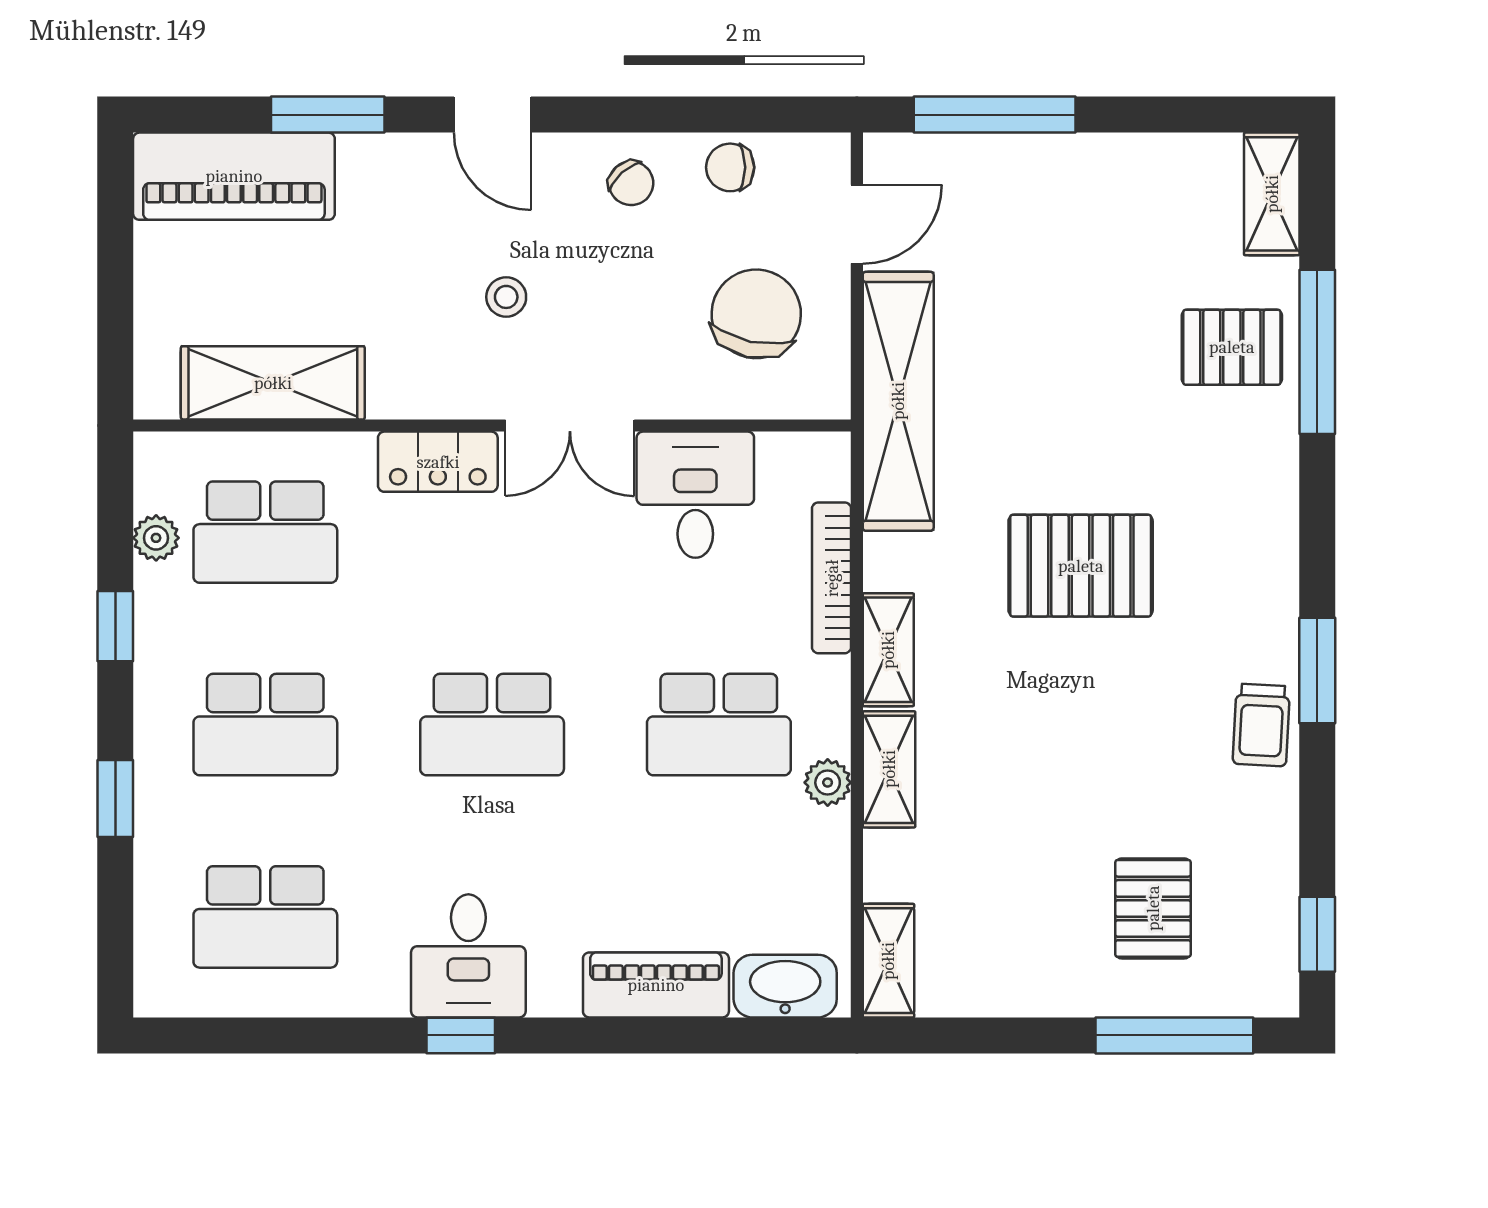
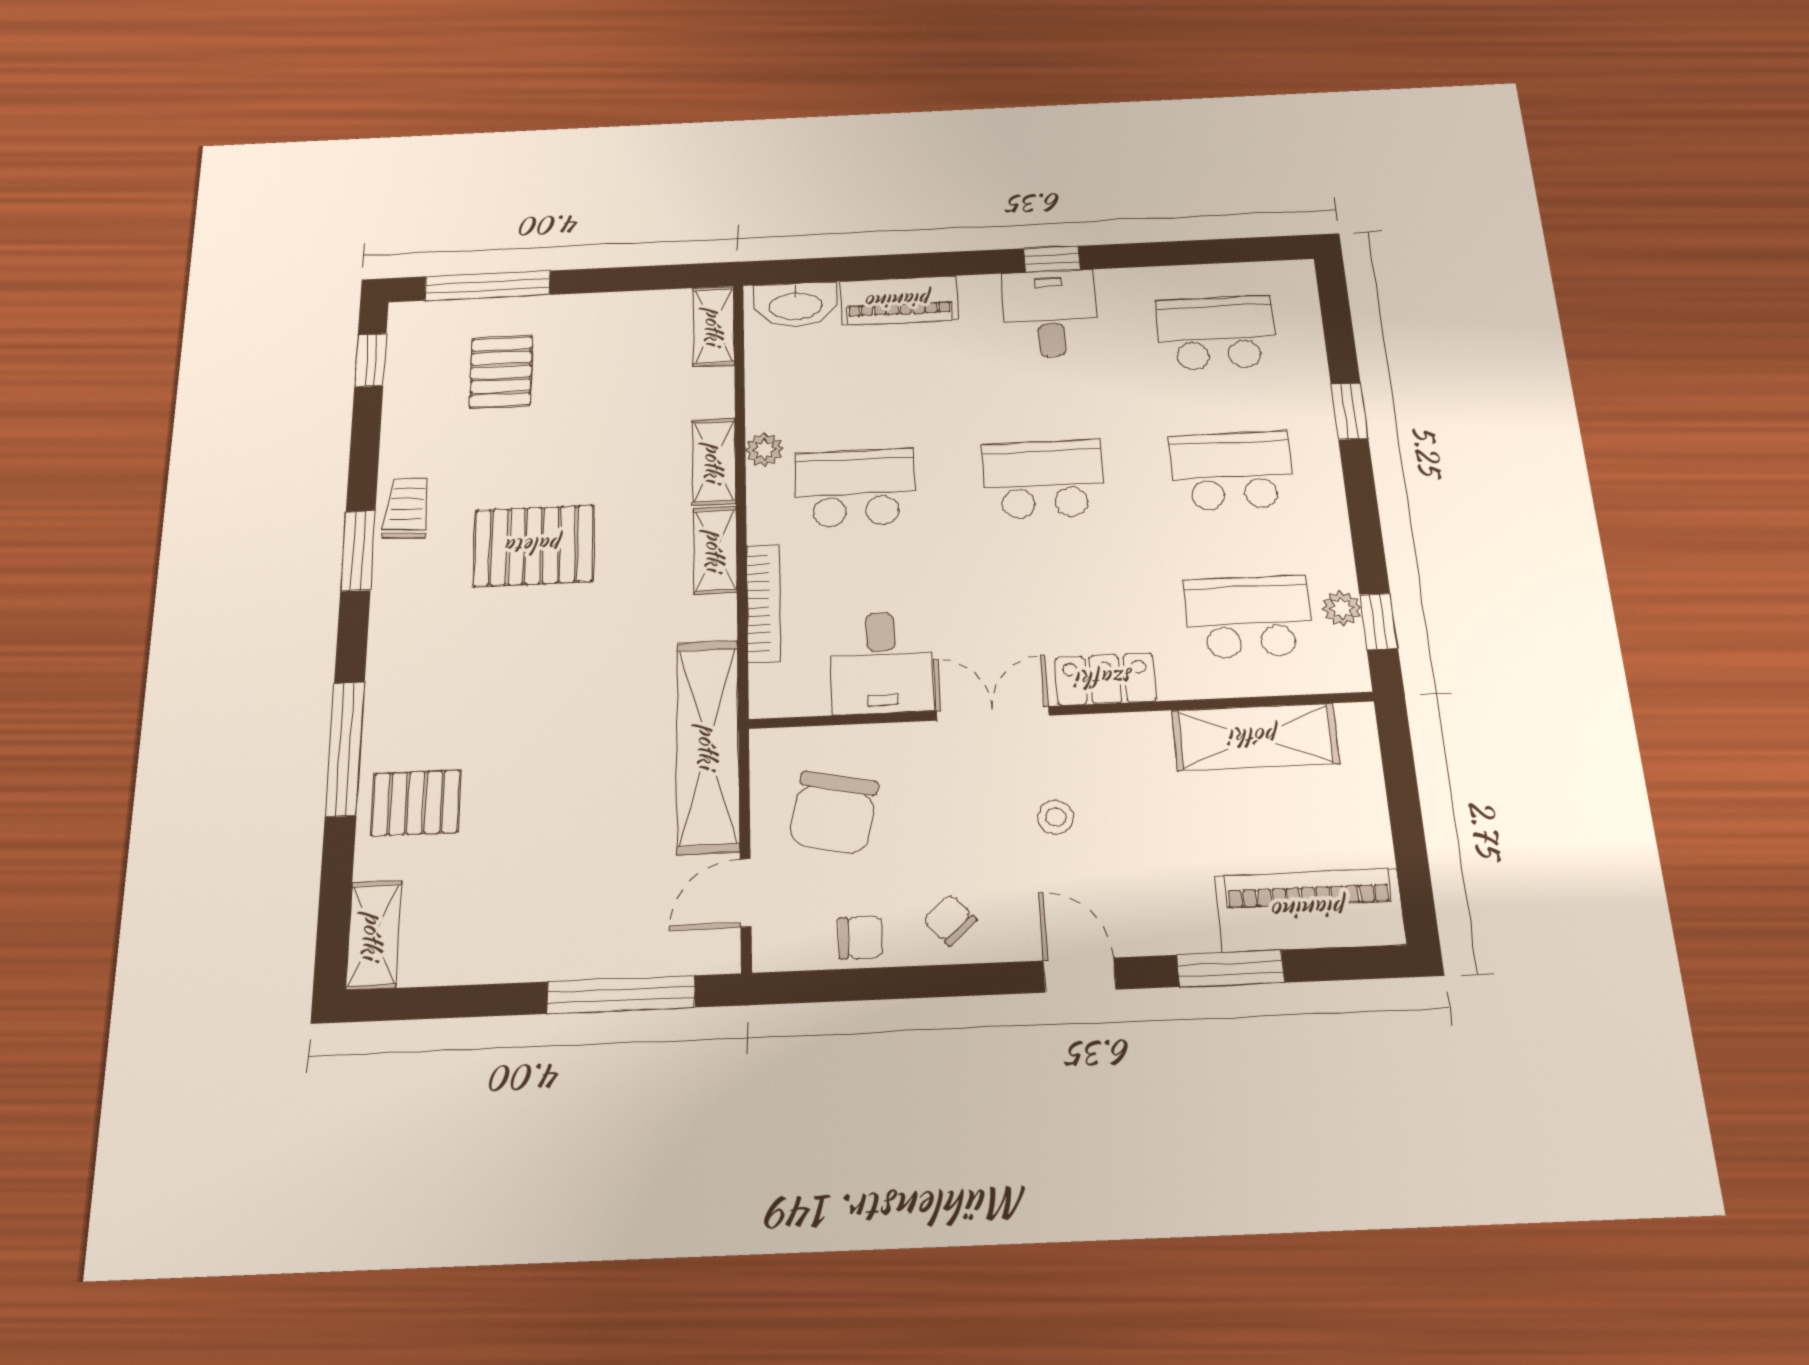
window: (1317, 352) -> (345, 749), moved
pallet: (1081, 566) -> (534, 546), moved
window: (115, 626) -> (1379, 621), moved

